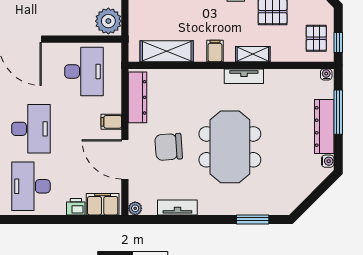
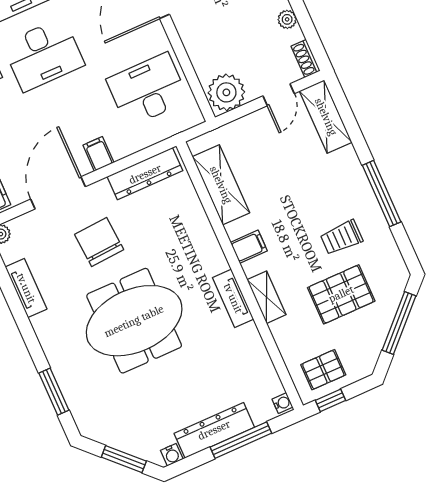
desk: (84, 71) -> (148, 90), turned 180
window: (317, 194) -> (124, 459), added

